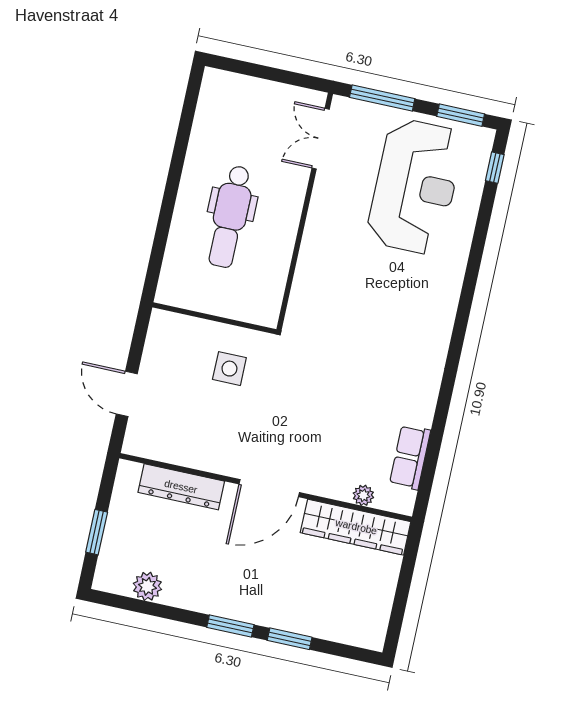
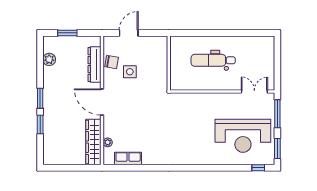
side table: (229, 369) -> (130, 72), moved
chair: (184, 447) -> (112, 62), added

